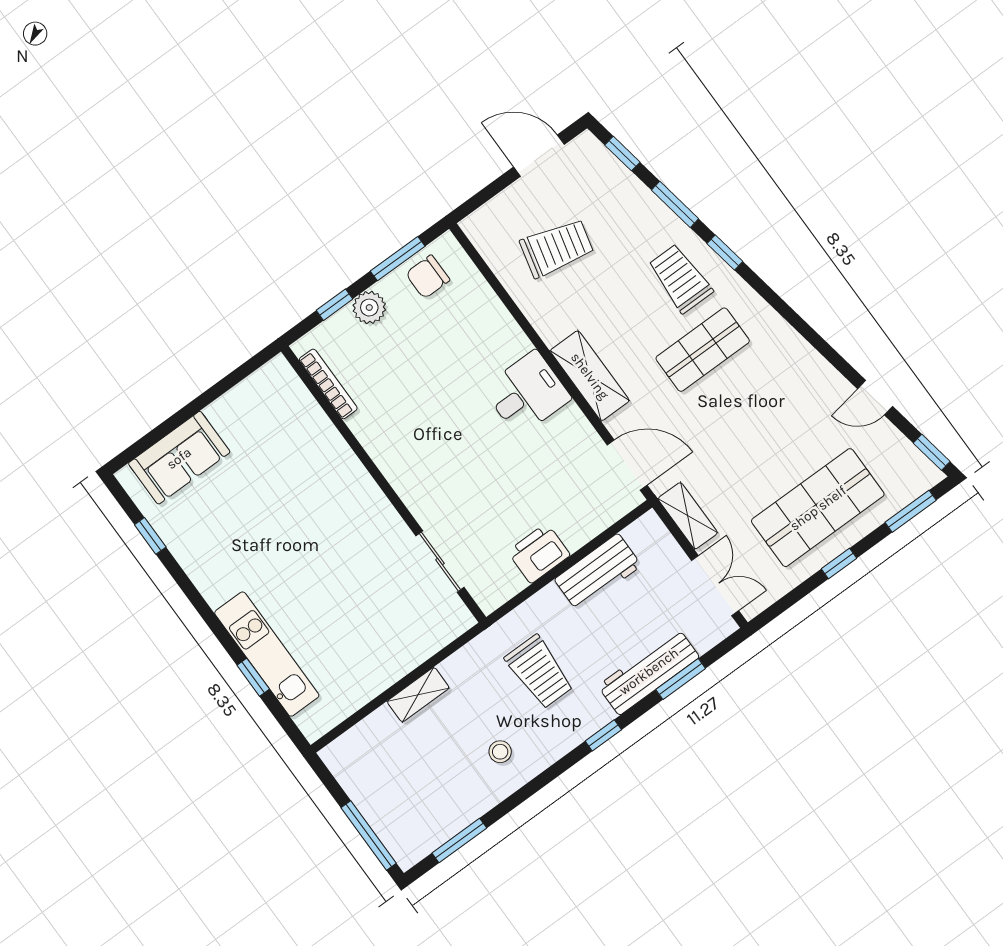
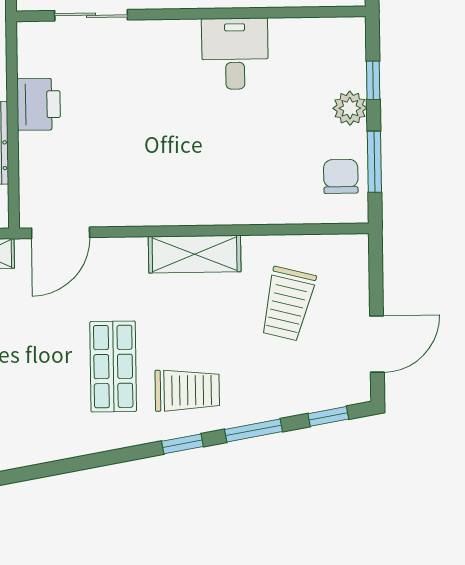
shelving: (590, 376) -> (195, 254), moved
bookcase: (328, 384) -> (310, 27), removed
desk: (527, 393) -> (235, 54), moved, turned 180

